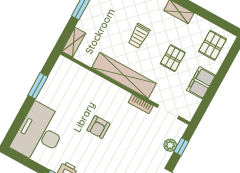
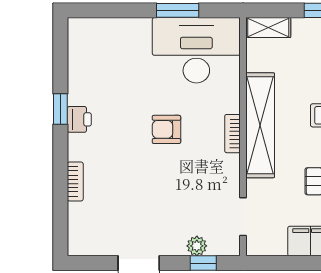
bookcase: (141, 104) -> (232, 134), moved
desk: (40, 133) -> (196, 50), moved

